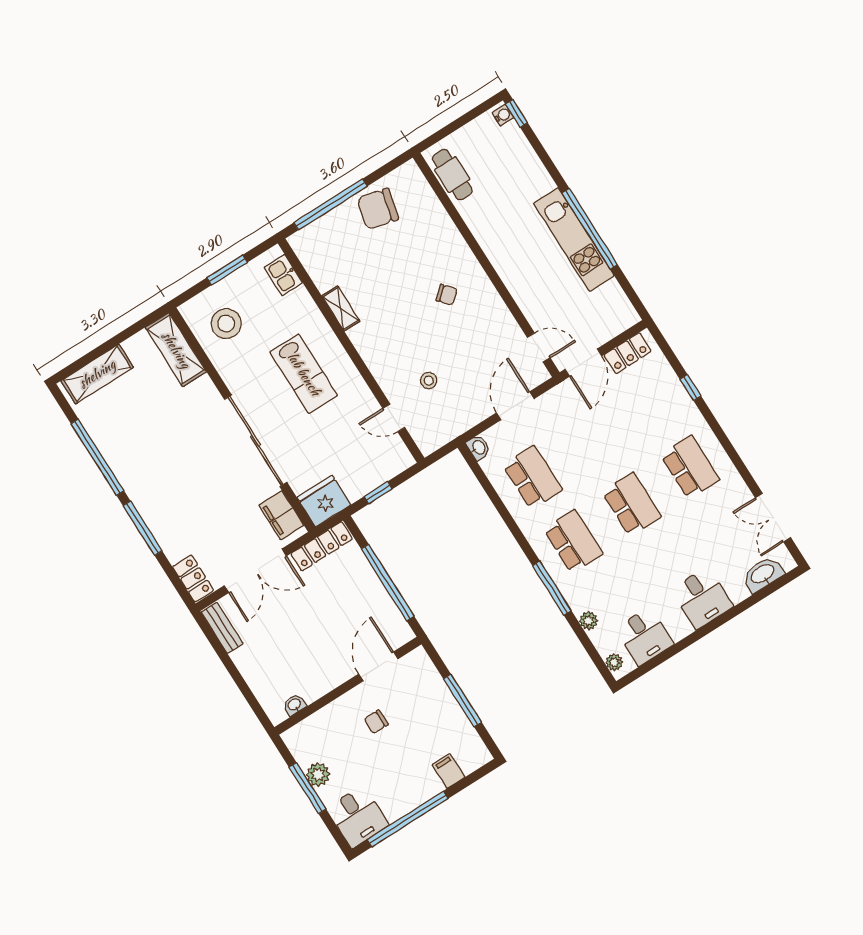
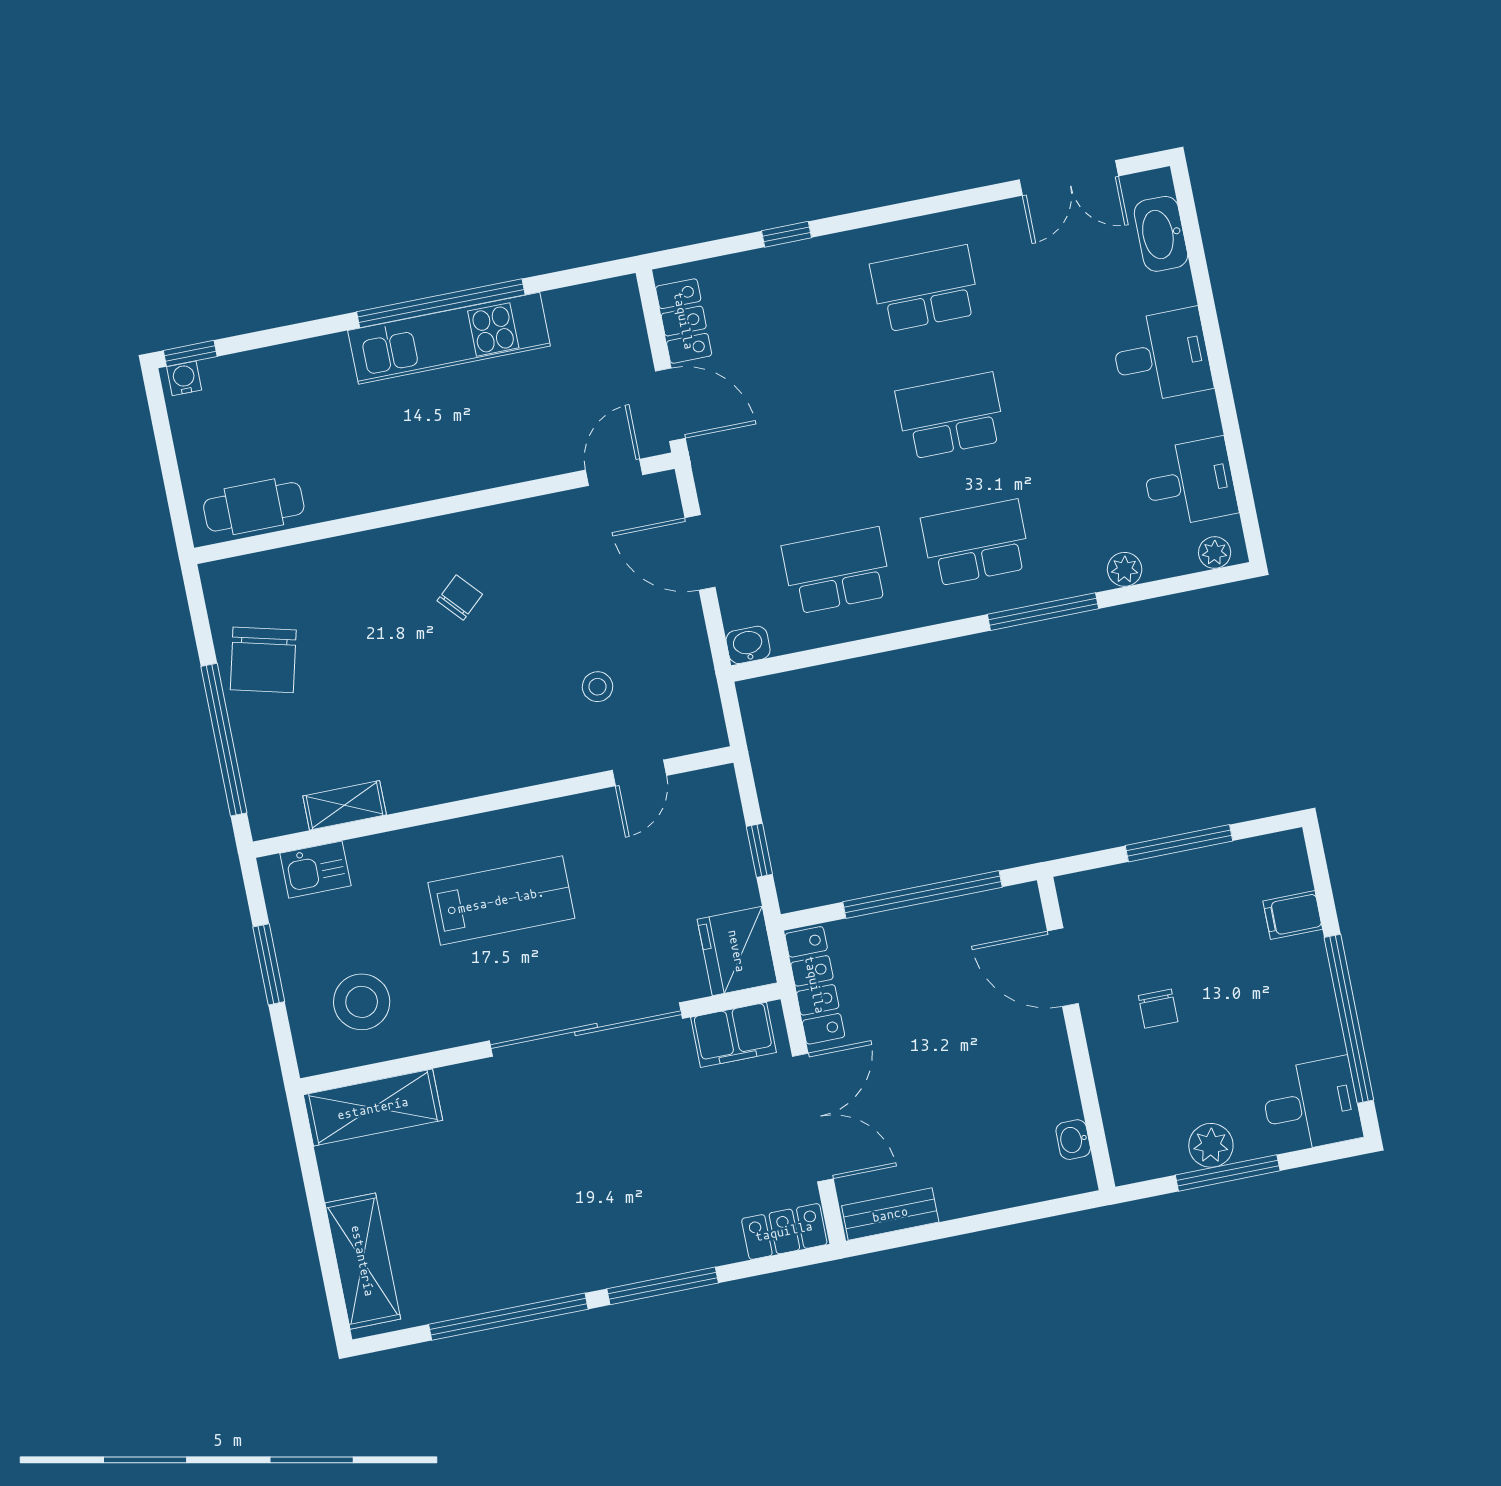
shelving: (341, 309) -> (345, 805), moved

